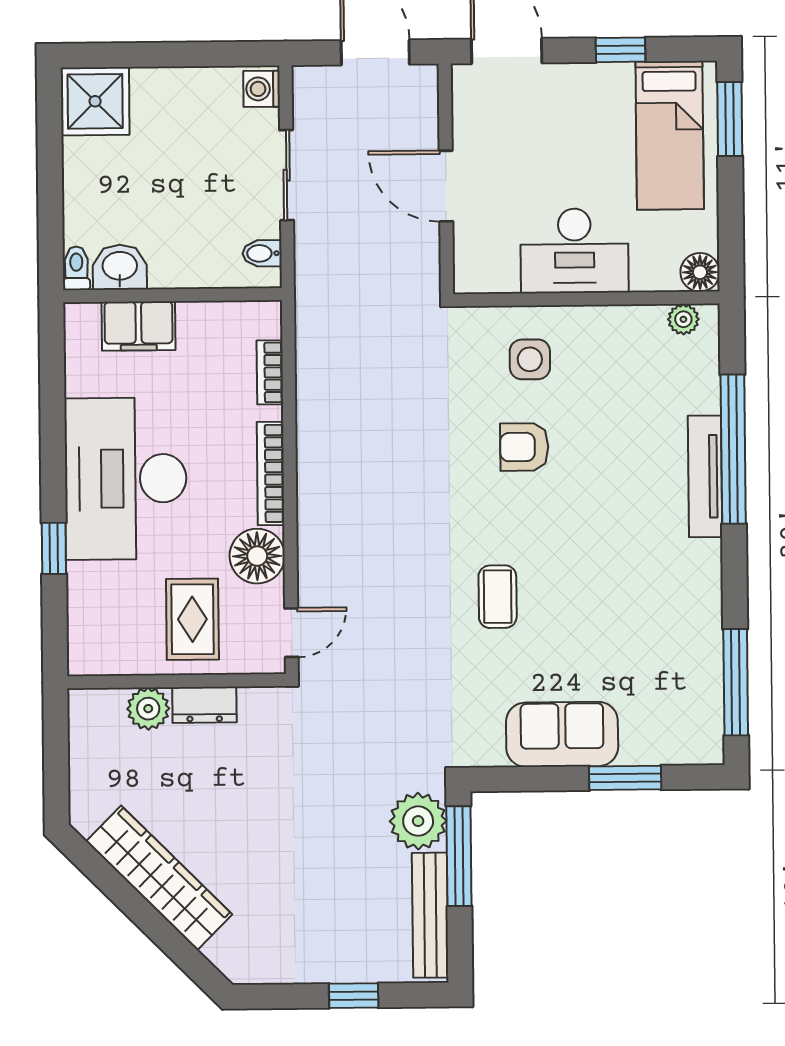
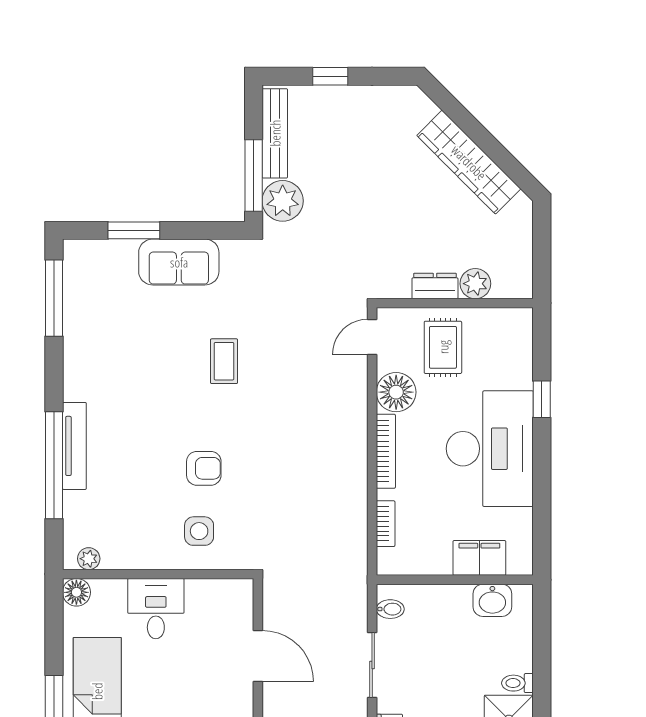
desk: (574, 251) -> (156, 609), width x0.73
toilet: (76, 268) -> (517, 683), moved, turned 90

